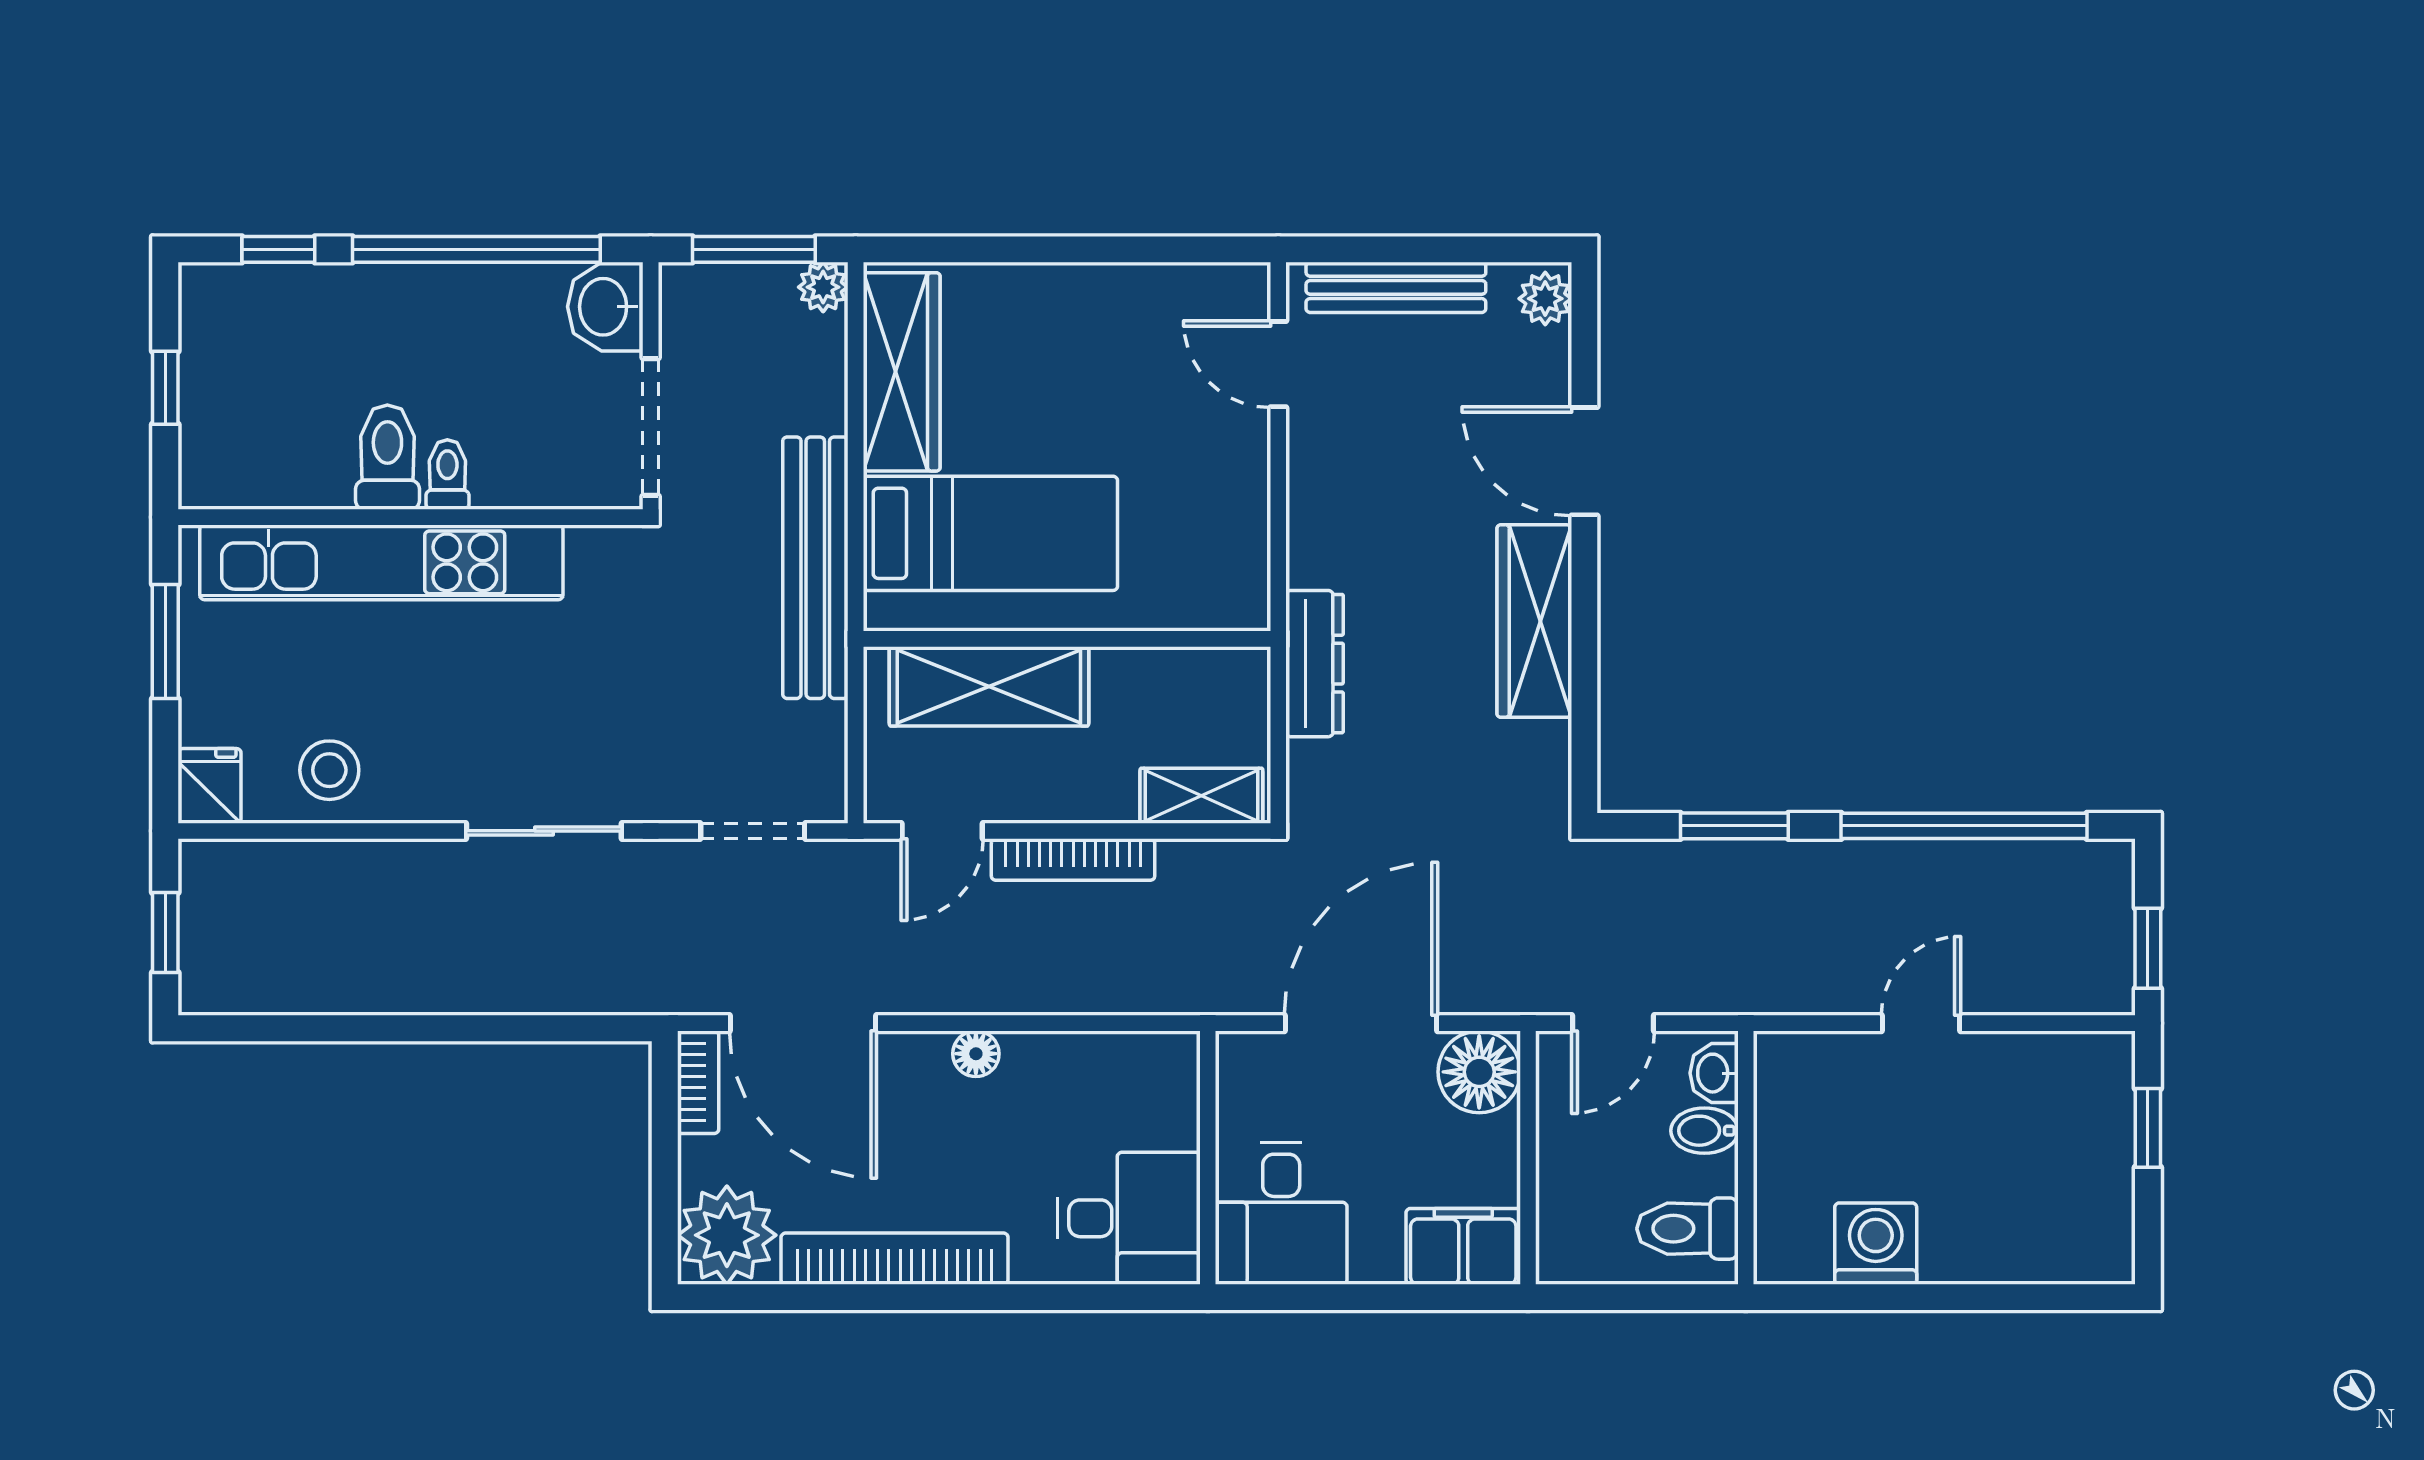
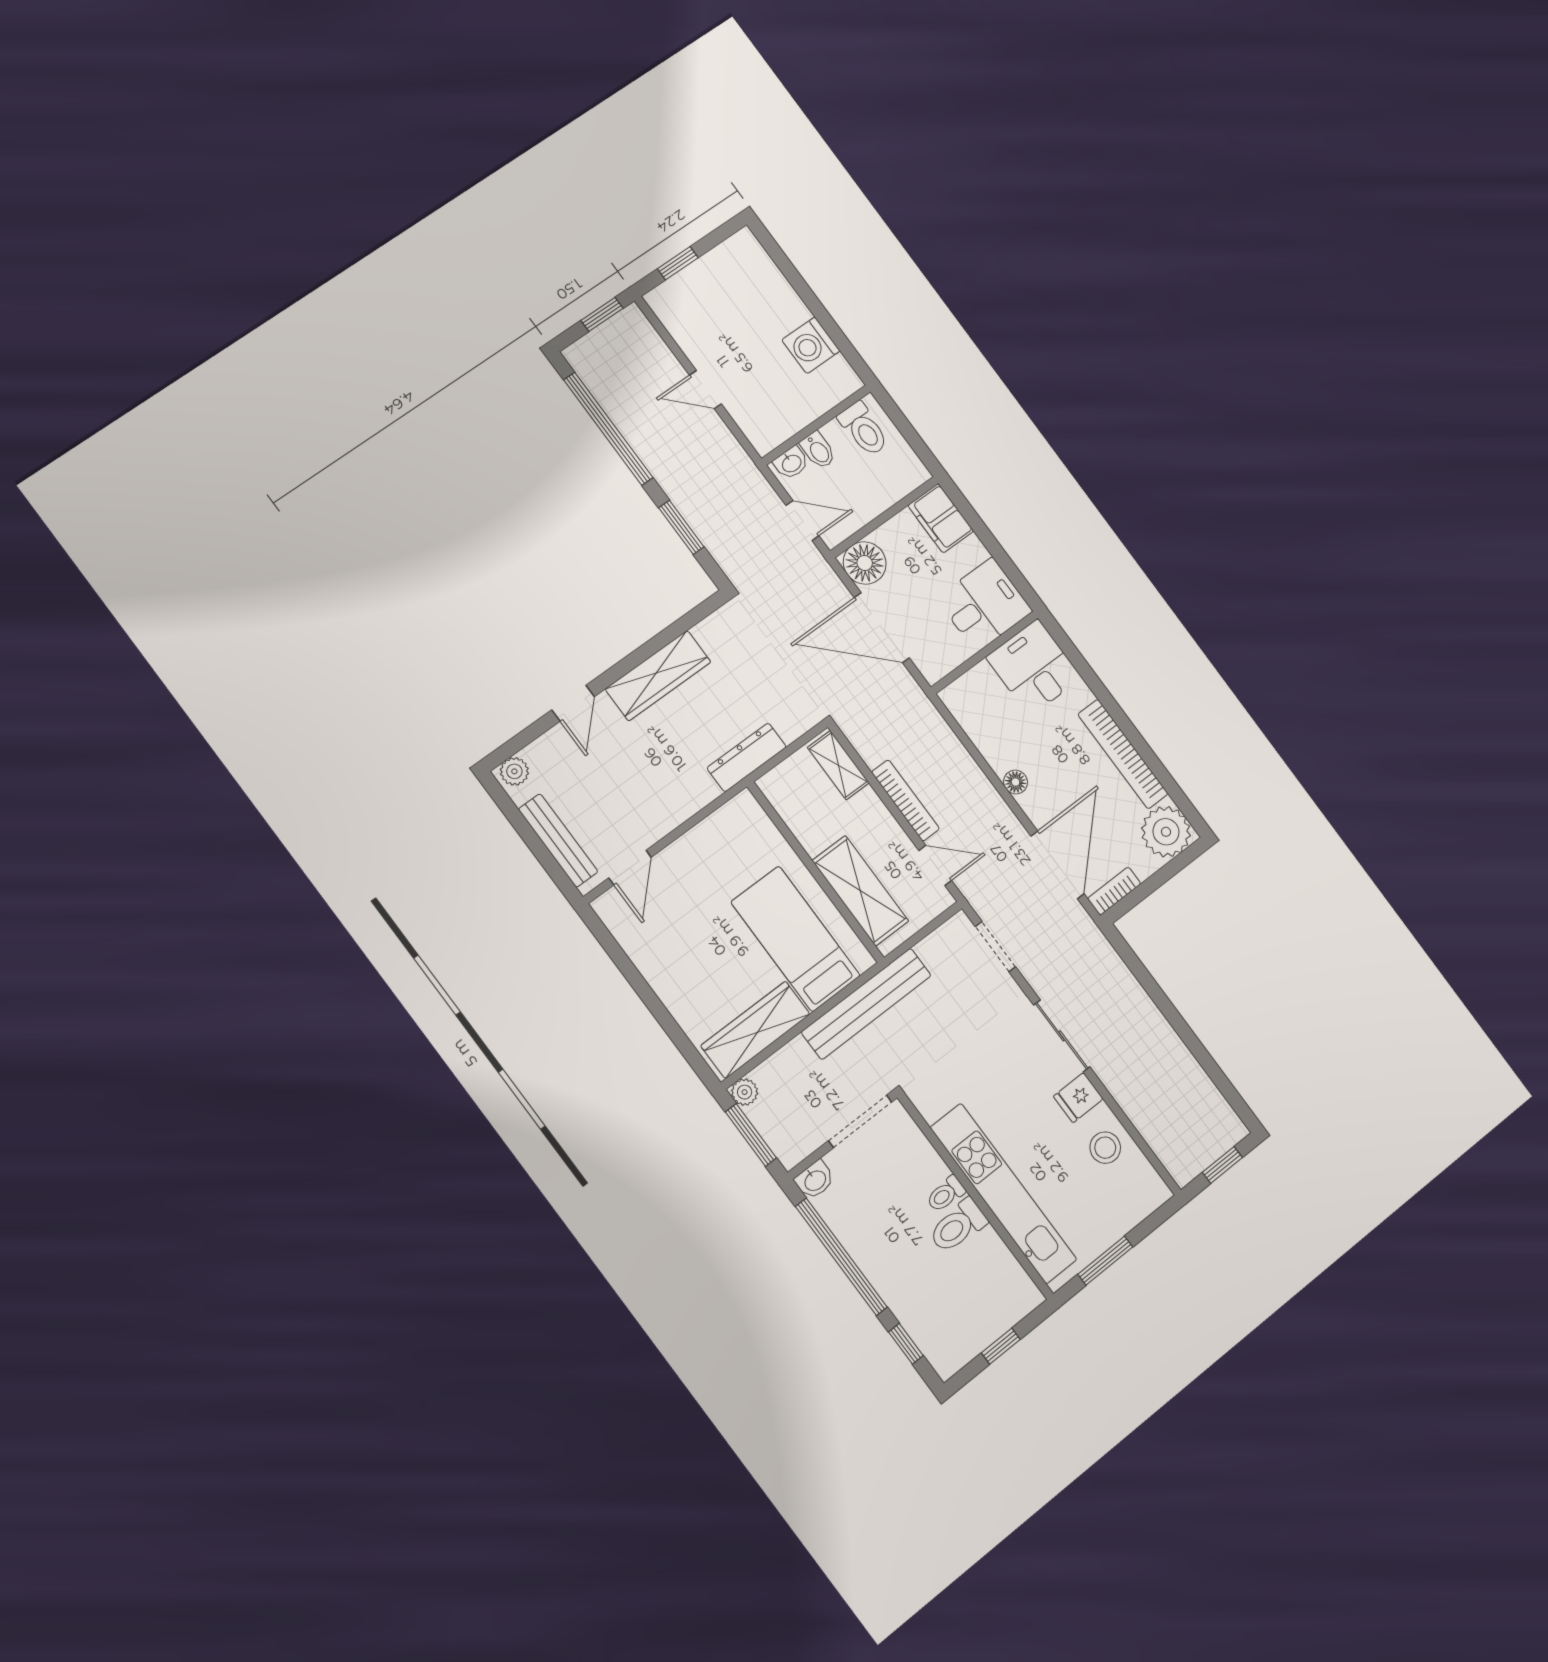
washbasin: (605, 307) -> (815, 1180), width x0.72, depth x0.69
door: (1584, 461) -> (573, 703), width x0.73
fridge: (210, 786) -> (1078, 1098), moved

